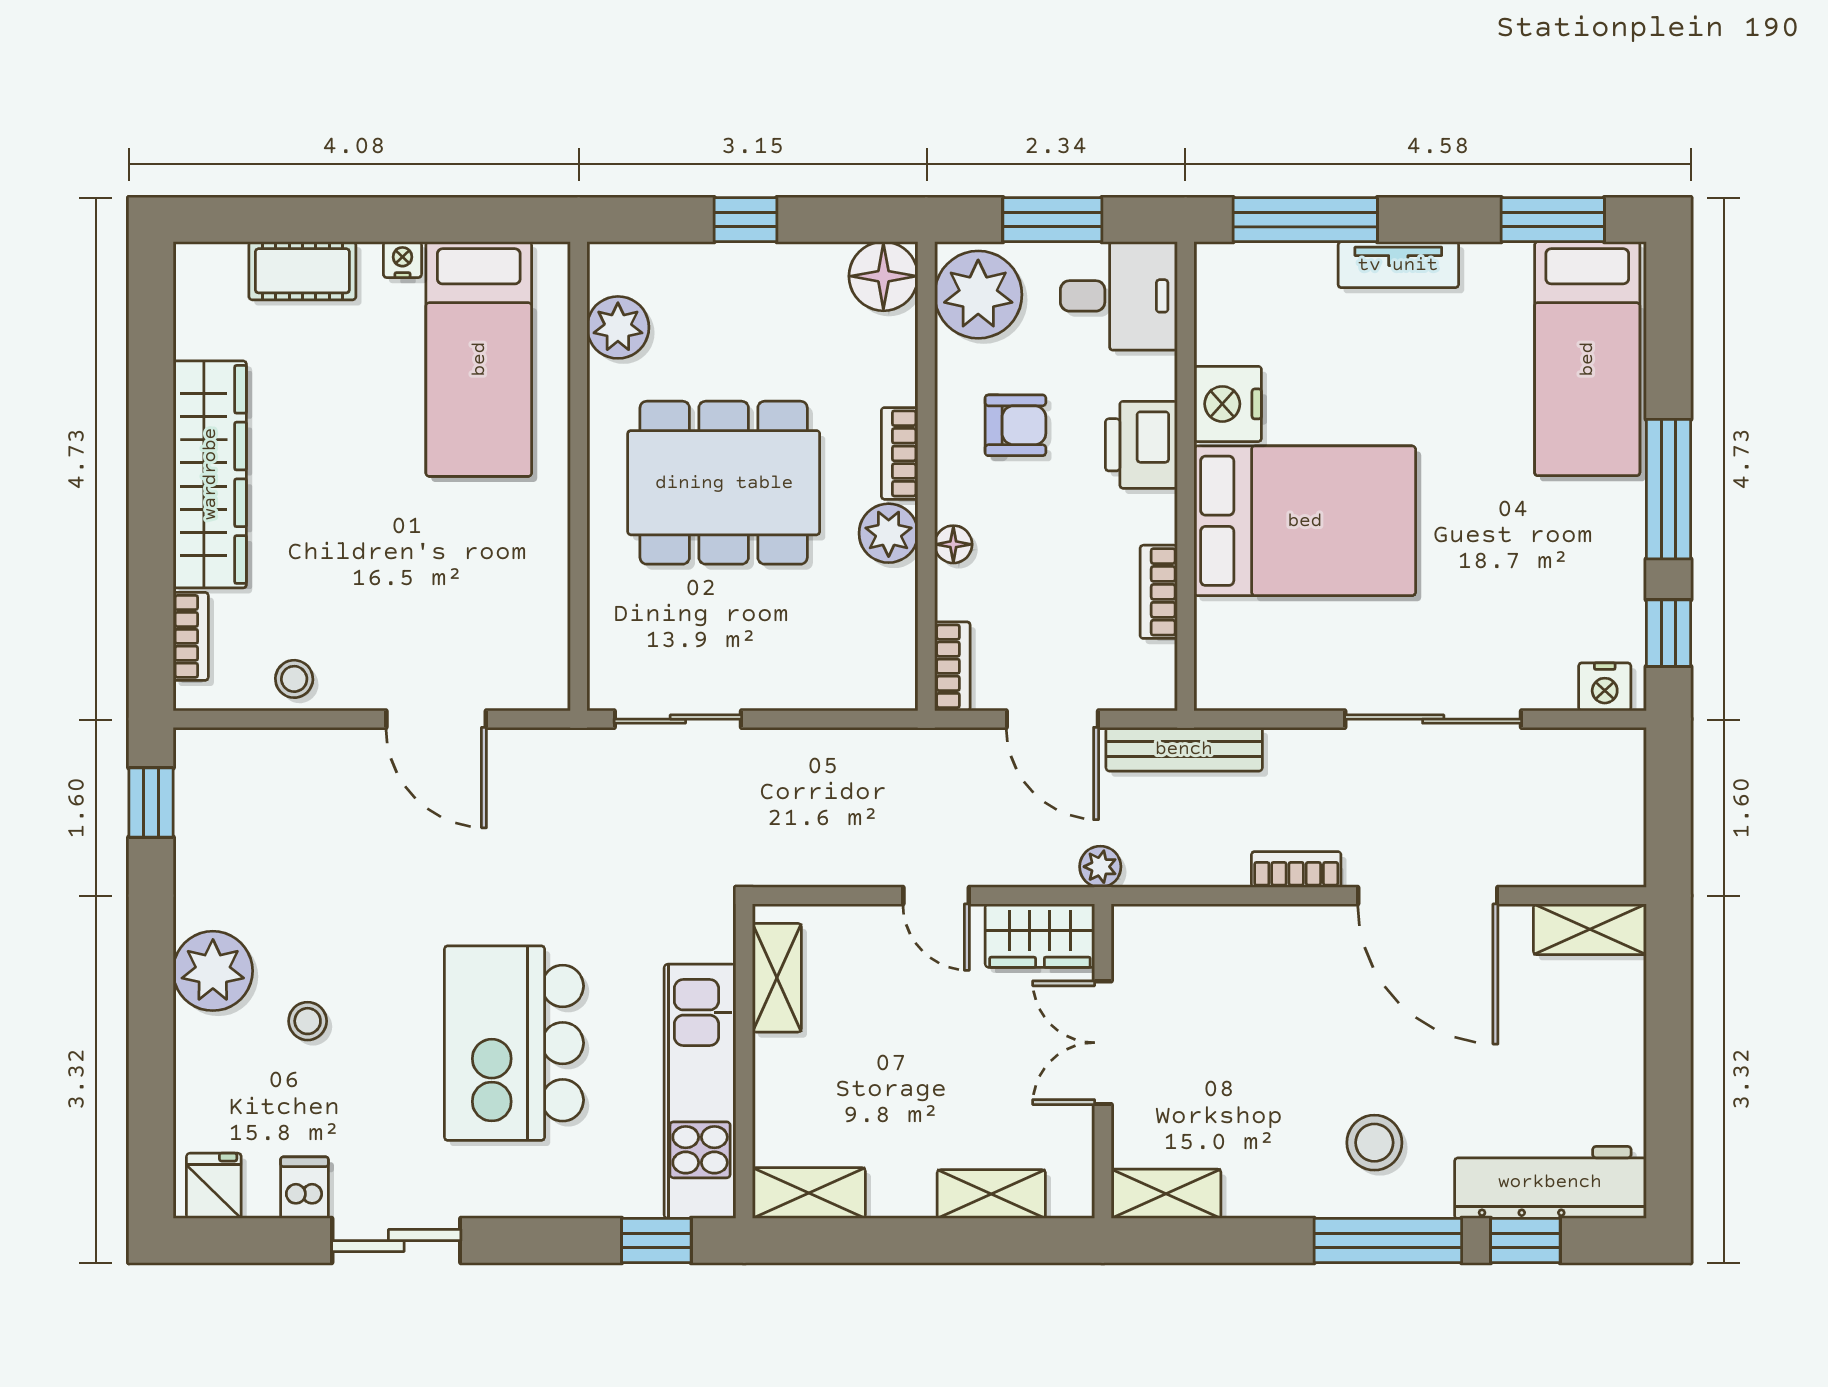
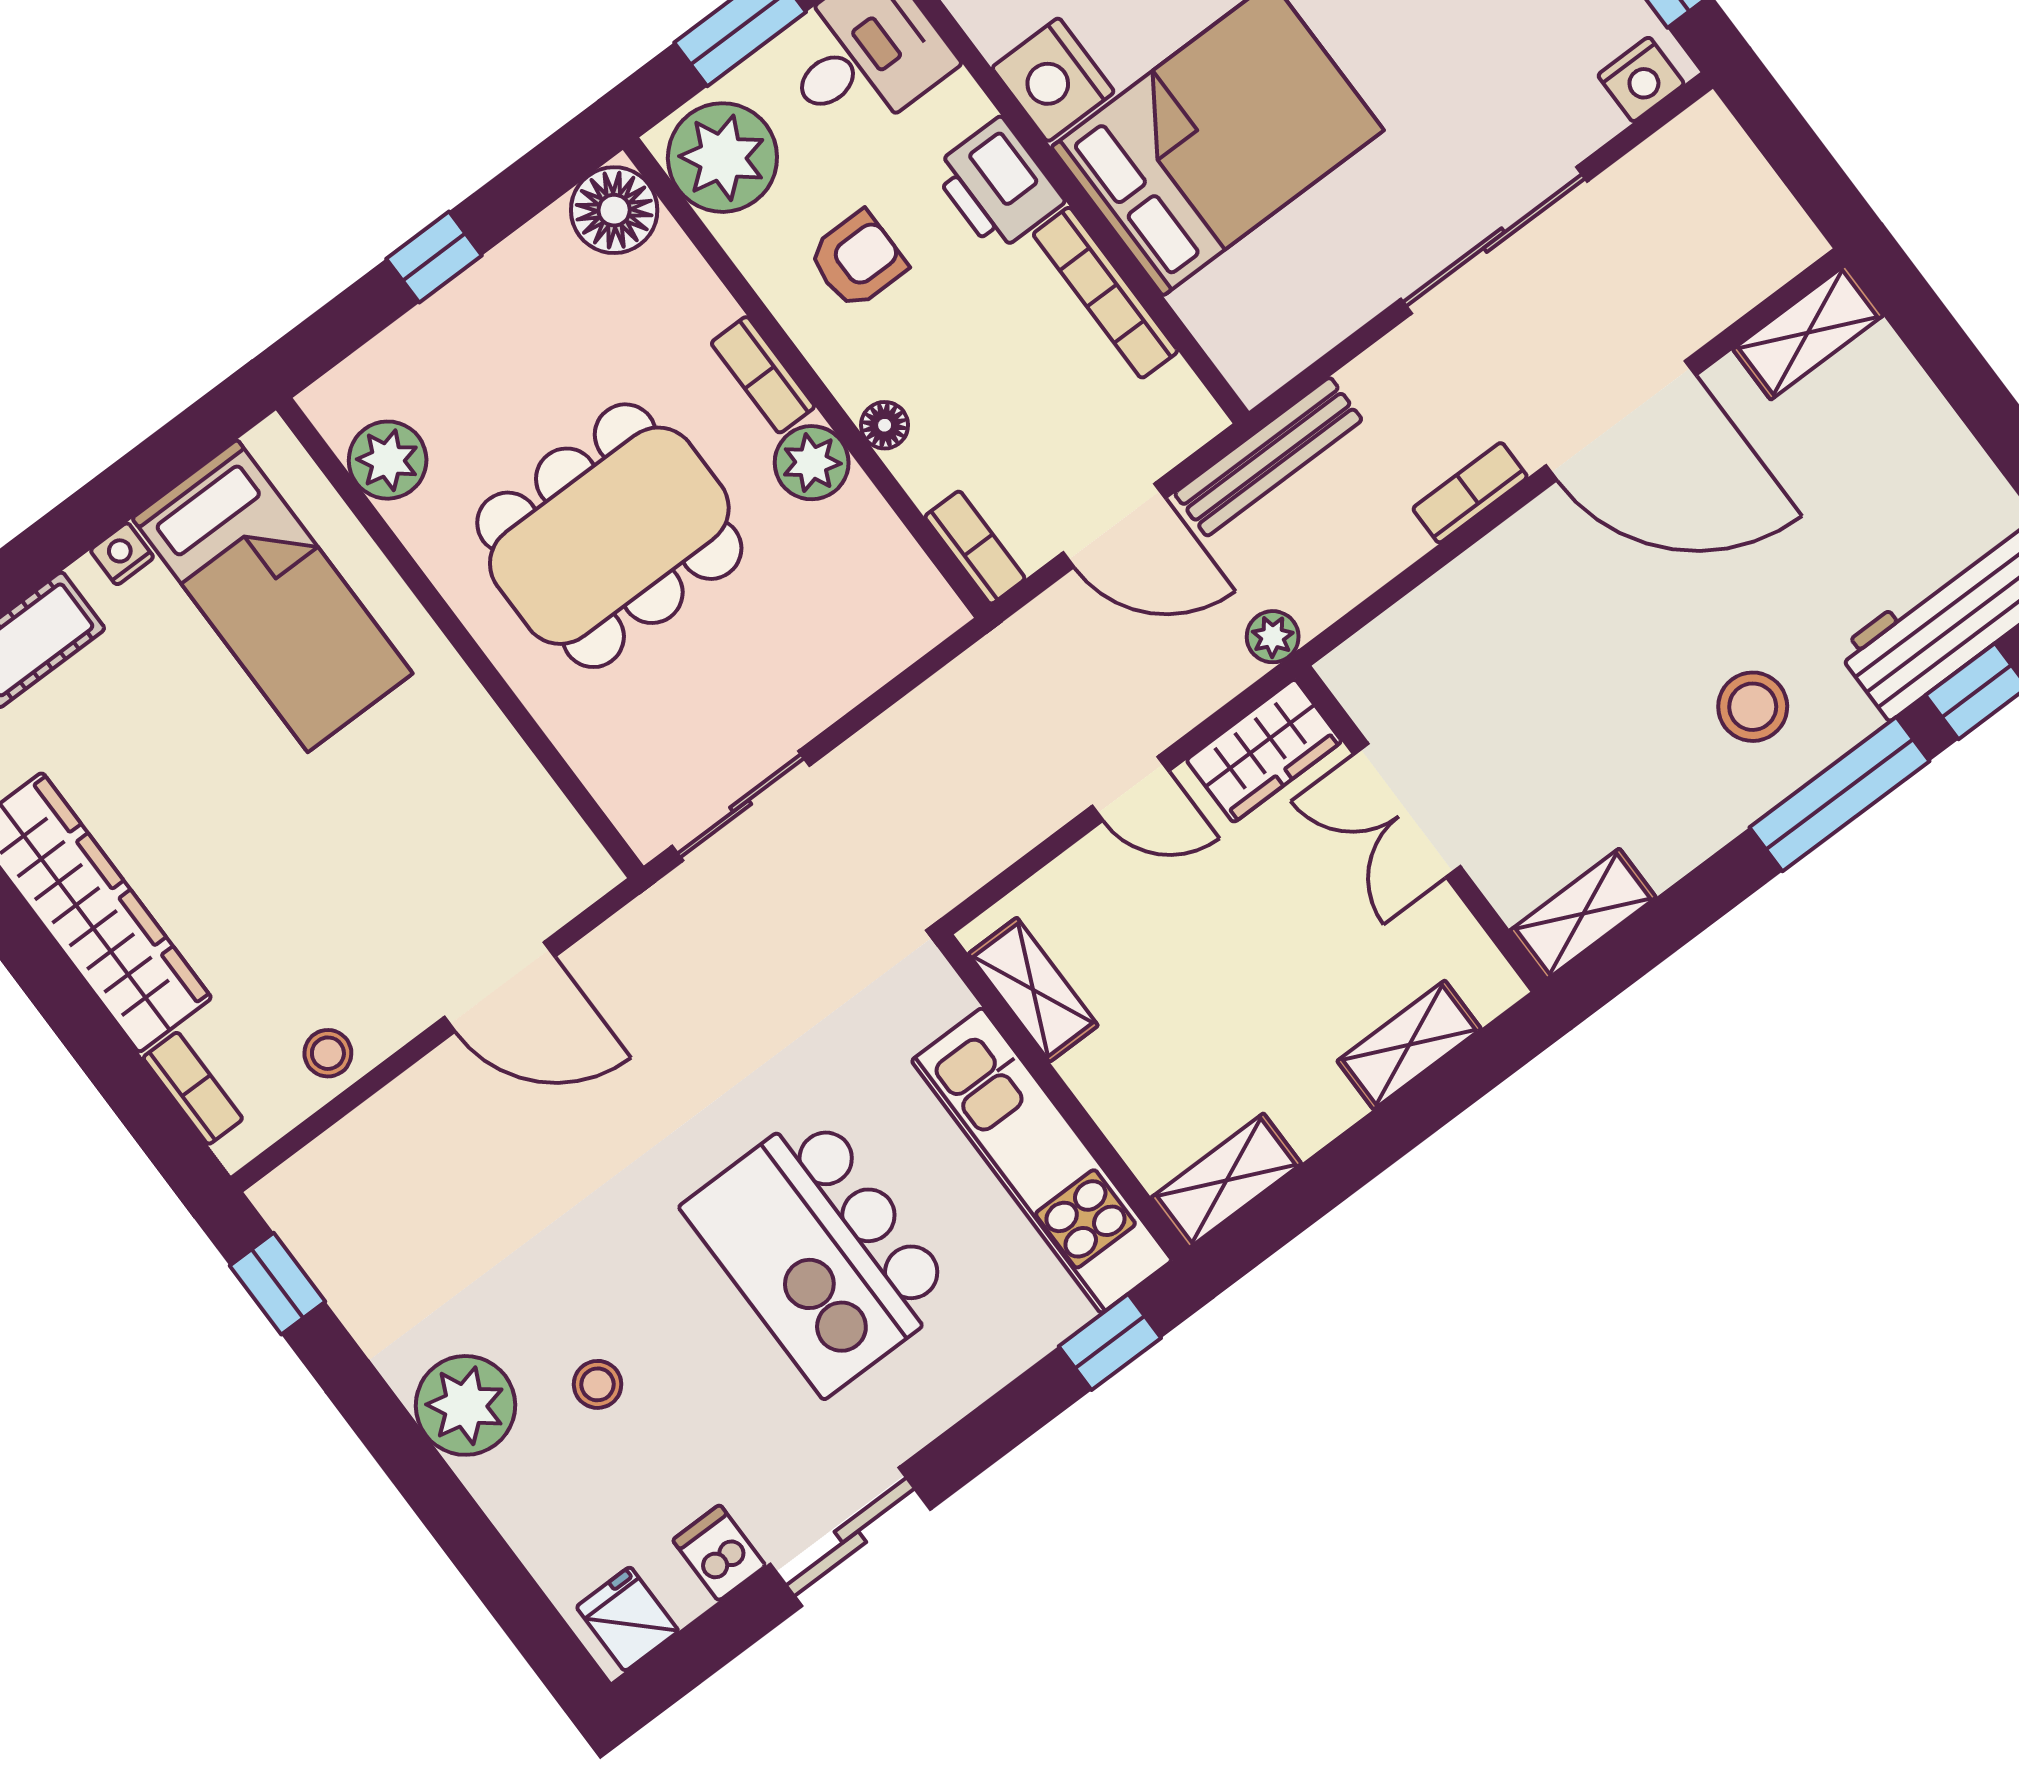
bookcase: (1159, 592) -> (1105, 293), width x1.56

